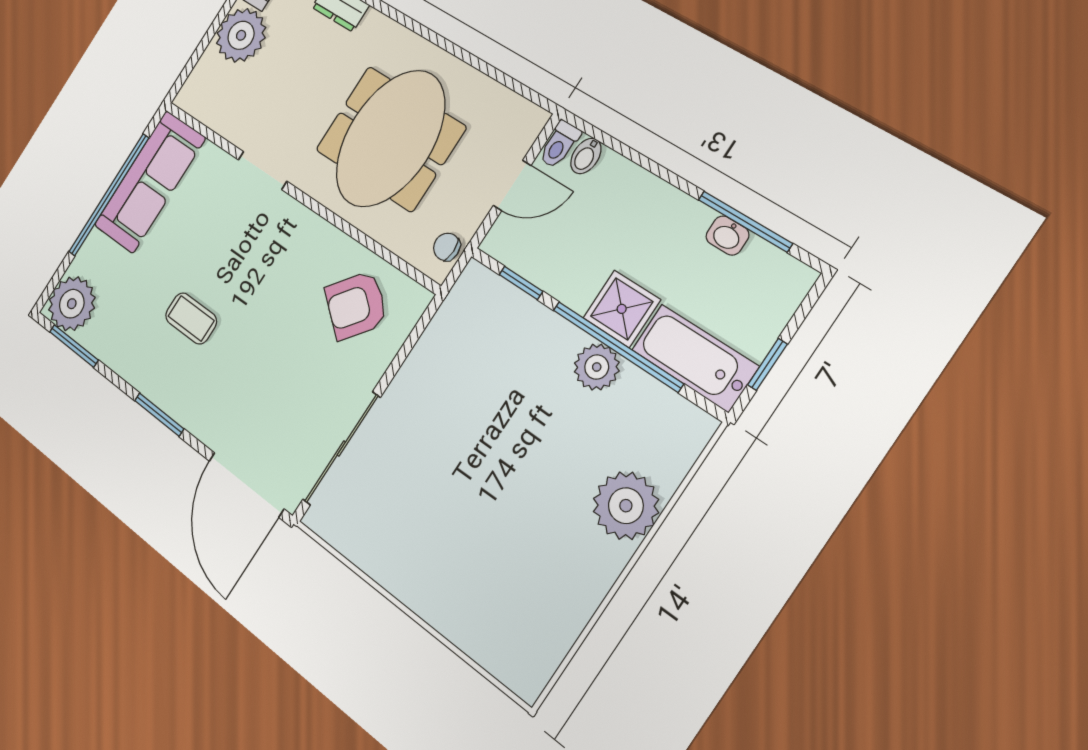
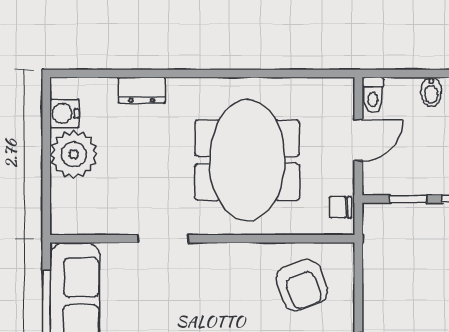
bidet: (586, 156) -> (431, 92), moved
armchair: (356, 305) -> (302, 285), turned -59

